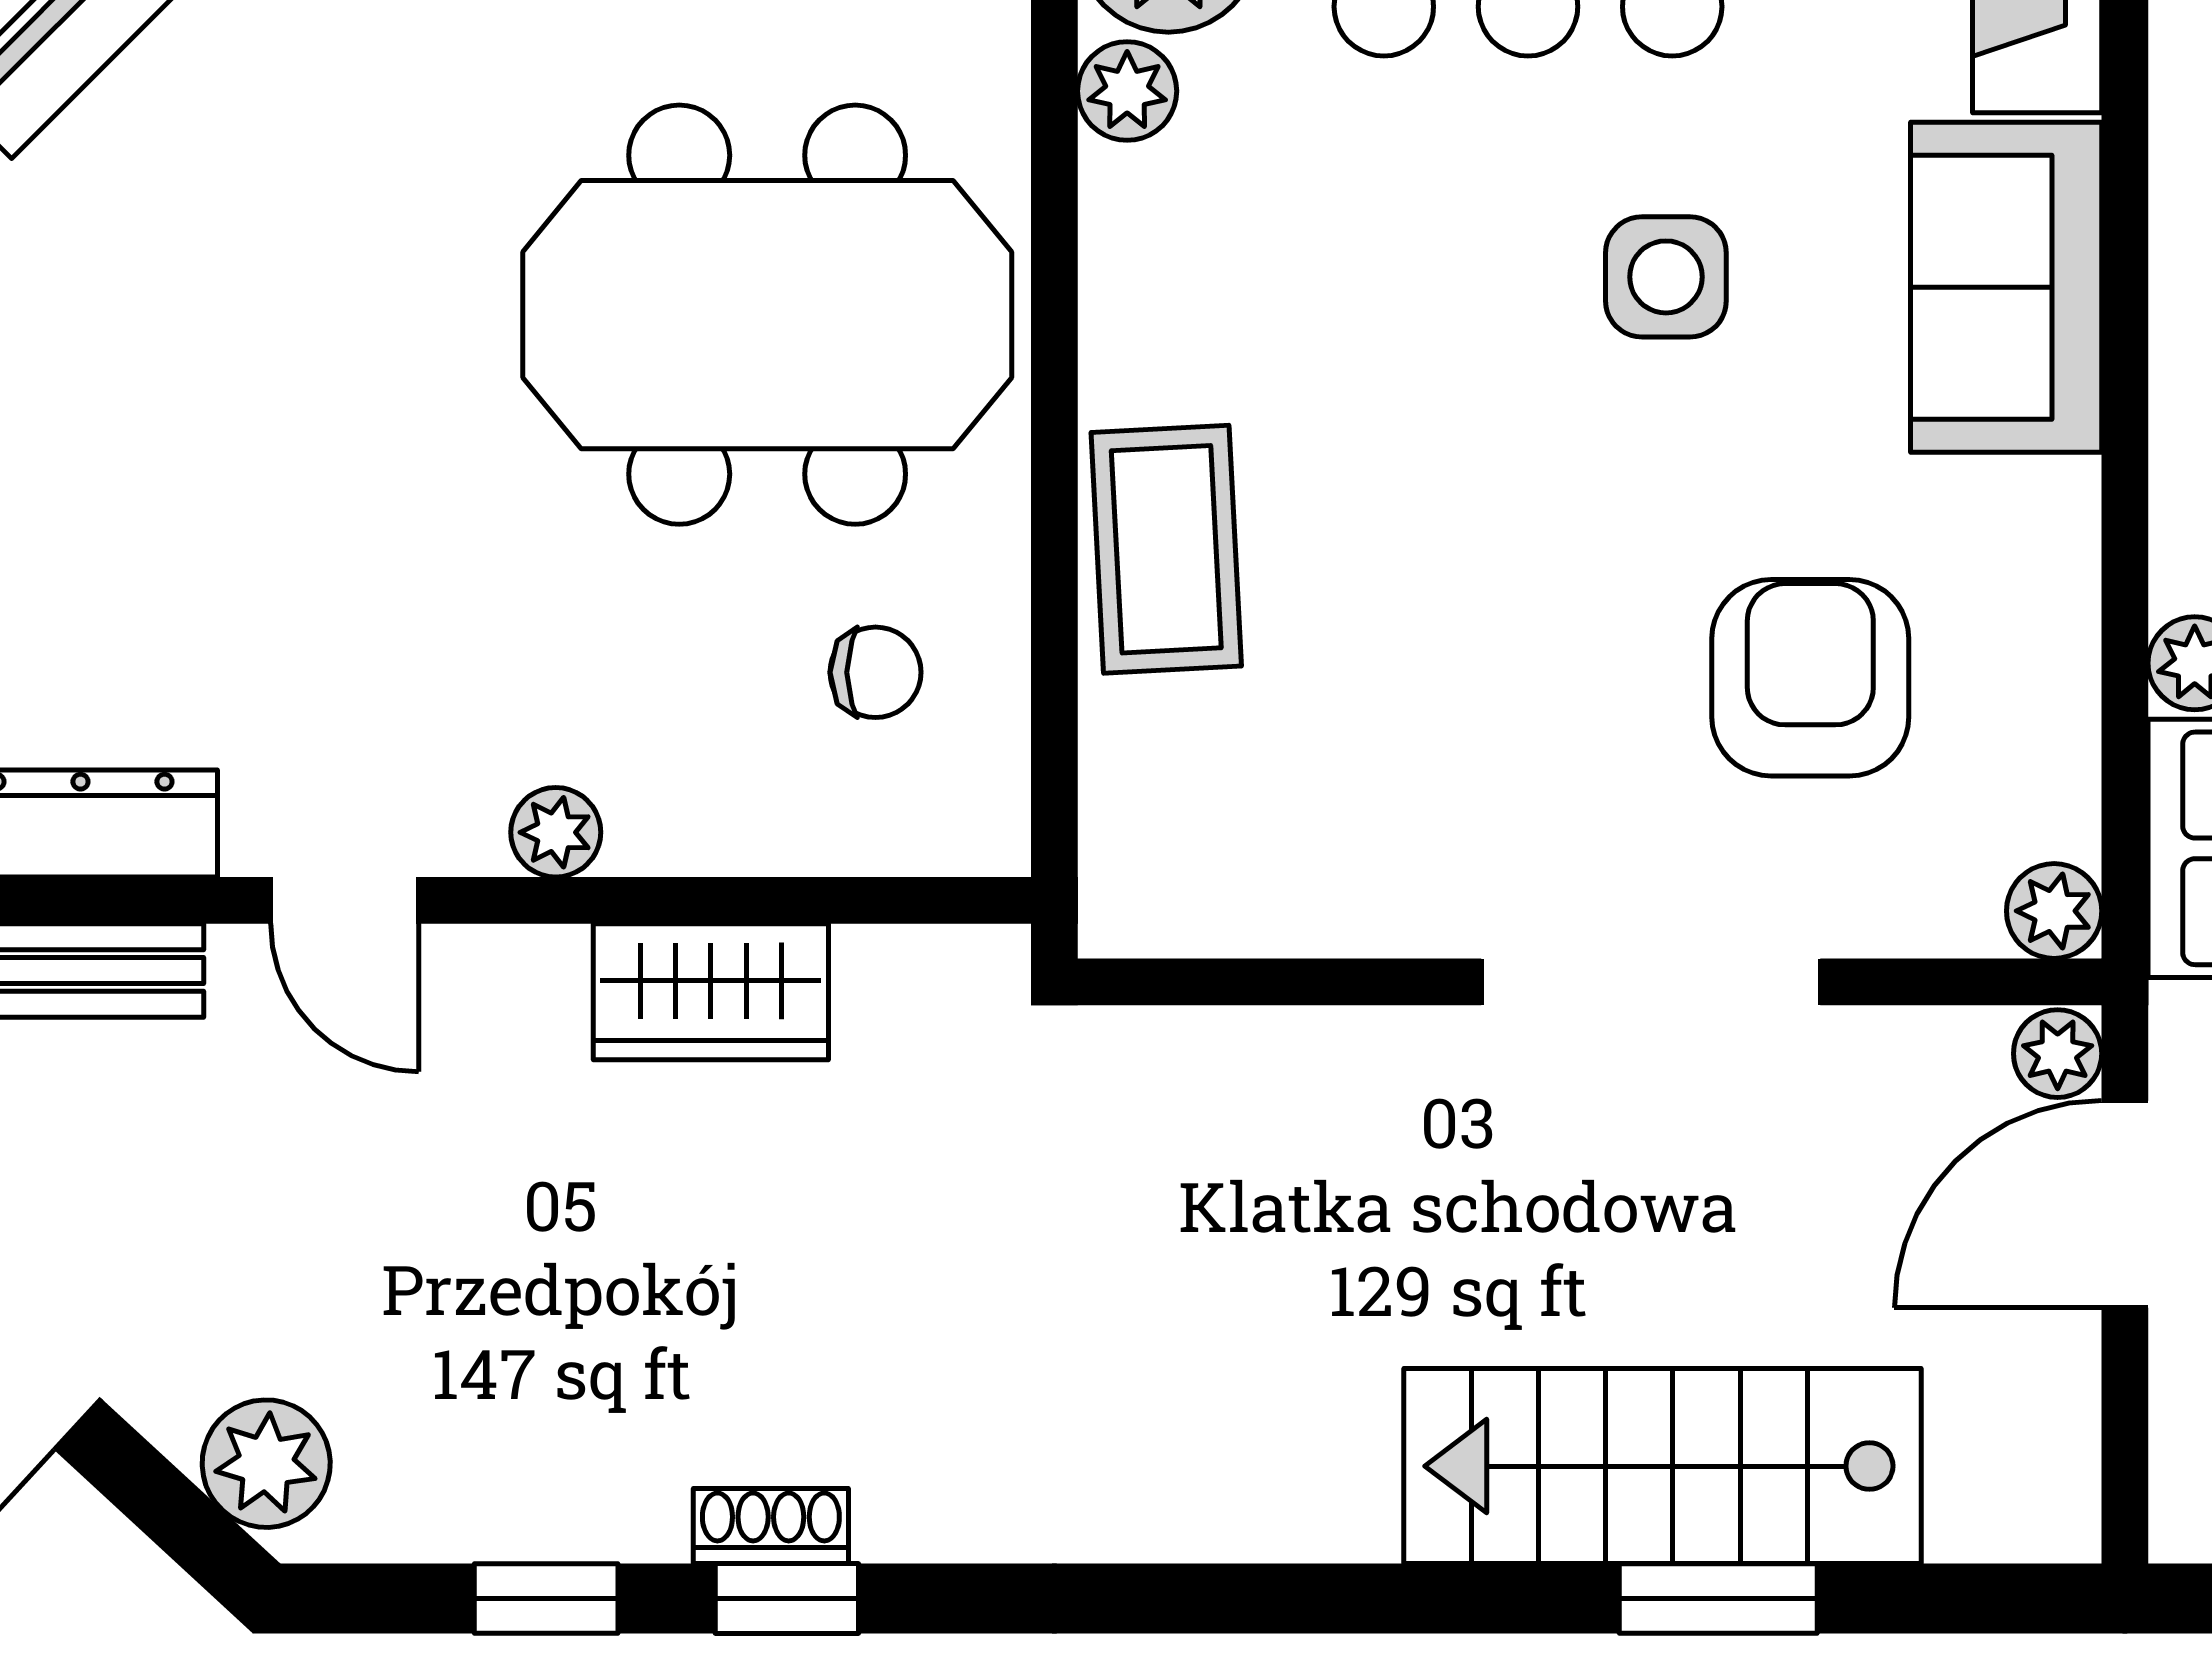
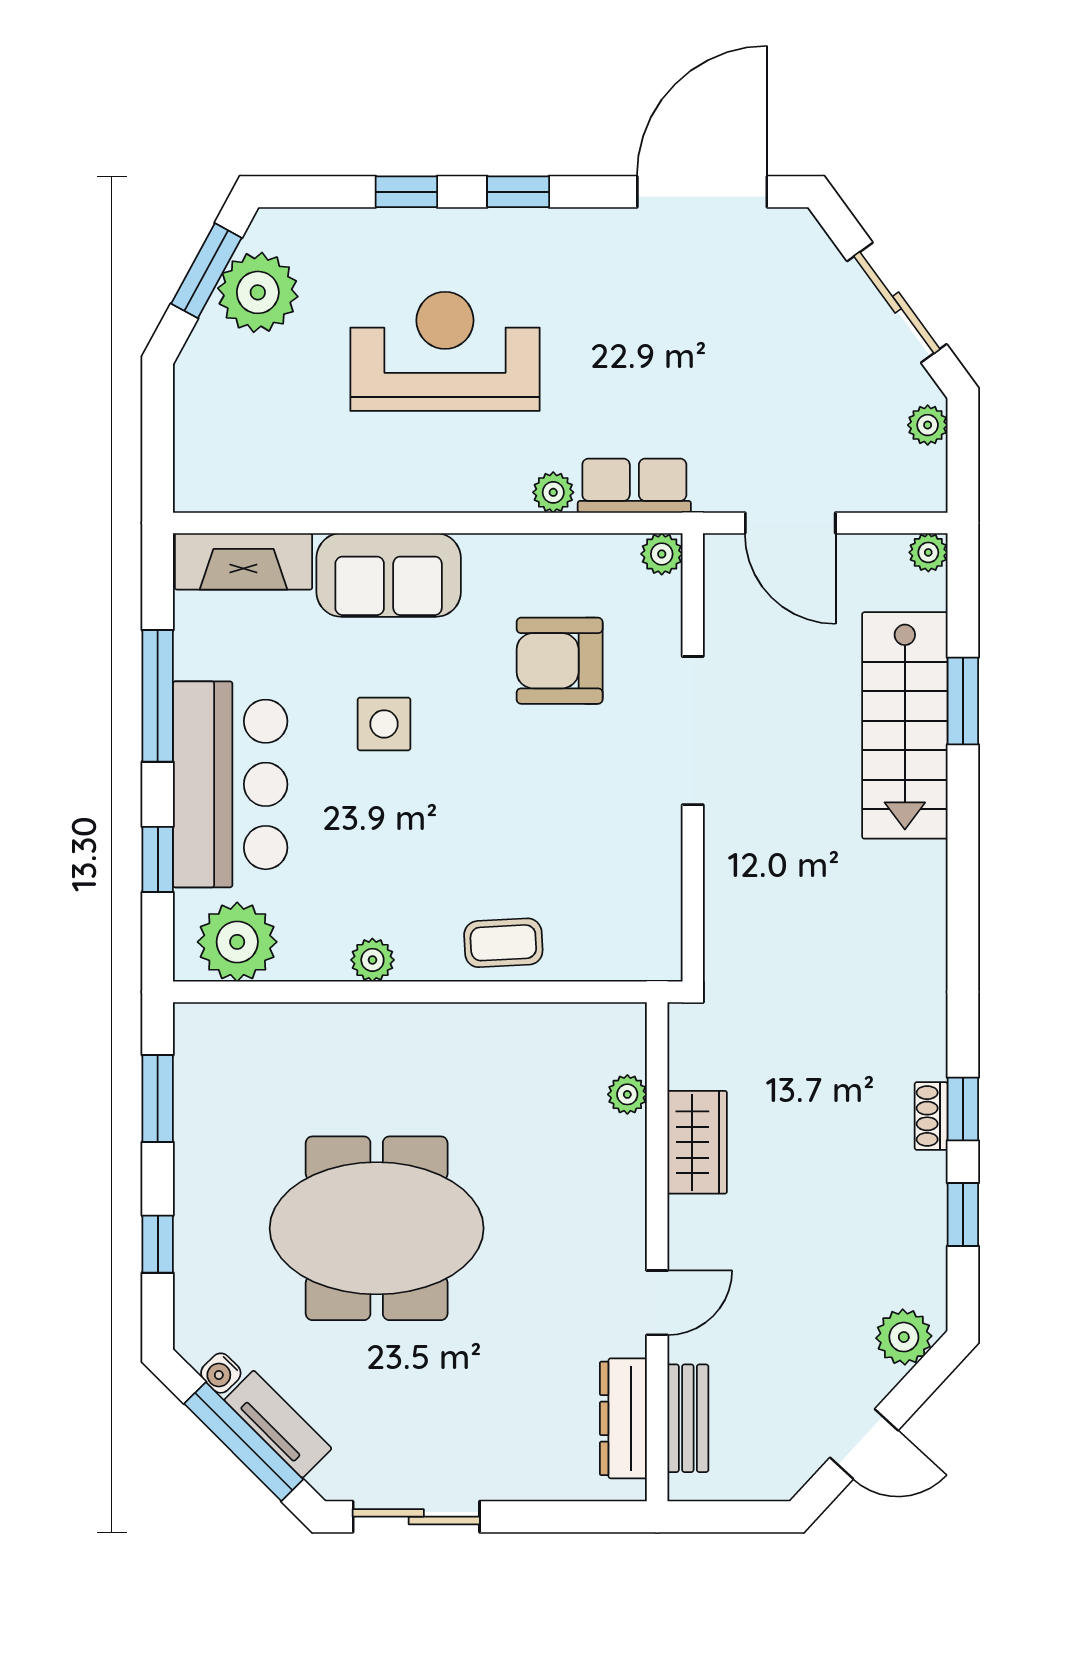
plant: (1127, 91) -> (372, 960), moved
meeting table: (767, 315) -> (377, 1228), moved, turned 90
coffee table: (1166, 549) -> (503, 943), width x0.73, depth x0.77
chair: (876, 672) -> (557, 1070), removed
plant: (556, 832) -> (627, 1094), moved
plant: (2058, 1054) -> (928, 552), moved

